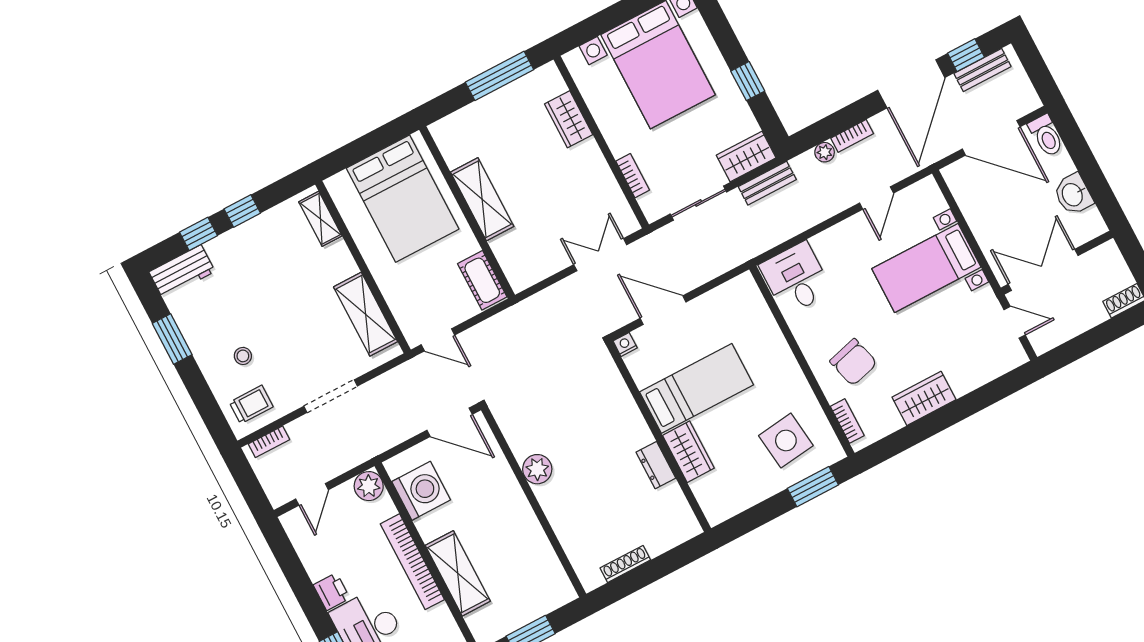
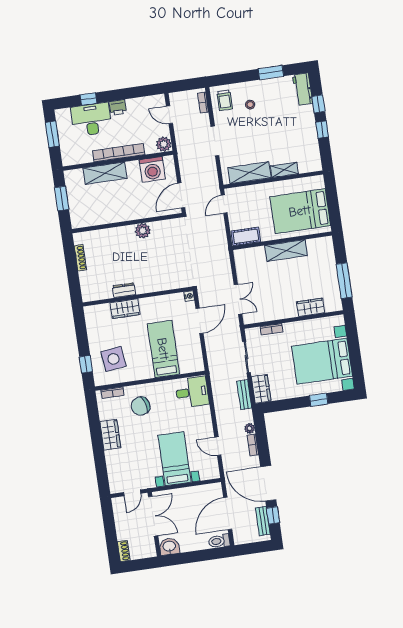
window: (748, 81) -> (319, 400), moved
washbasin: (1073, 194) -> (169, 547), moved
shelving: (320, 219) -> (284, 170), moved
bed: (697, 388) -> (163, 349), moved, turned 180
window: (813, 487) -> (86, 364), width x0.67

